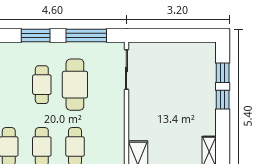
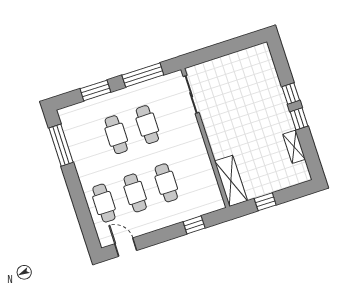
window: (223, 73) -> (299, 119), moved
cafe table: (75, 85) -> (147, 125), width x0.73, depth x0.74

